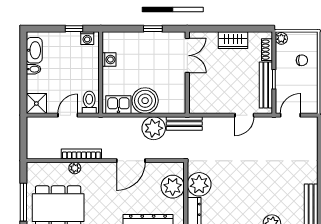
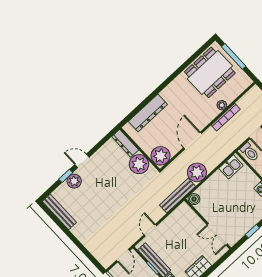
boiler: (145, 101) -> (194, 199), moved, width x0.54, depth x0.54
bench: (184, 123) -> (177, 196), width x1.36
plant: (173, 187) -> (161, 156), moved

